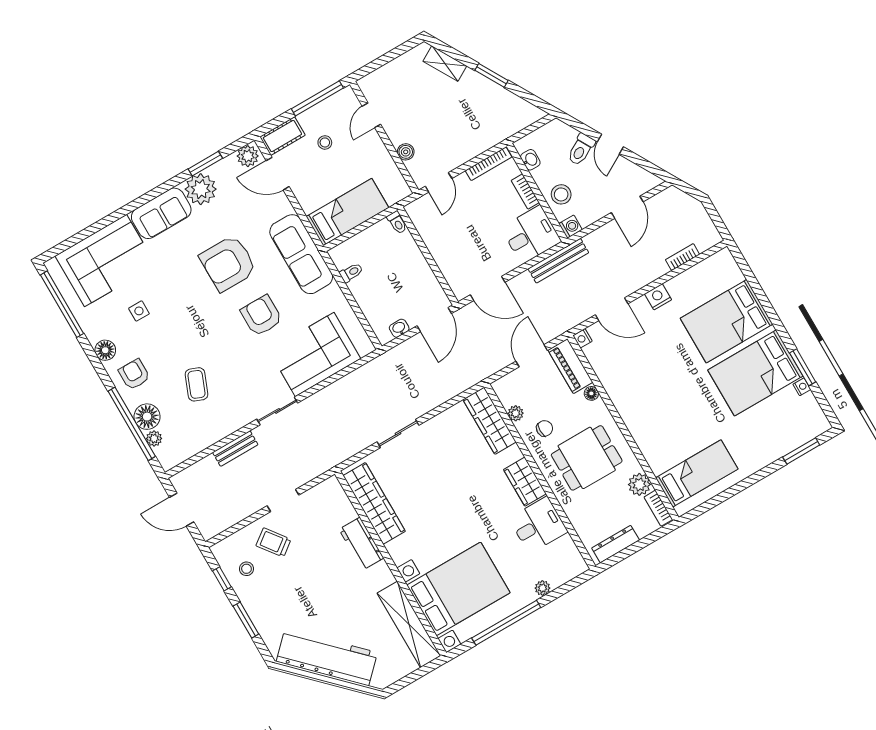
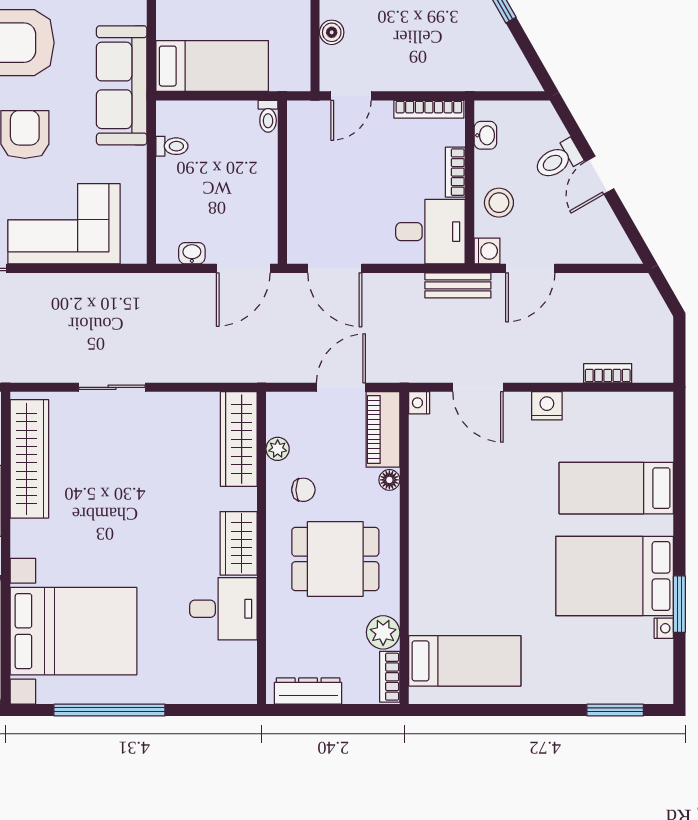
door: (627, 207) -> (530, 268), moved
bench: (558, 261) -> (458, 285), width x0.73
bed: (726, 321) -> (616, 488), width x0.67
plant: (543, 588) -> (182, 693), removed

